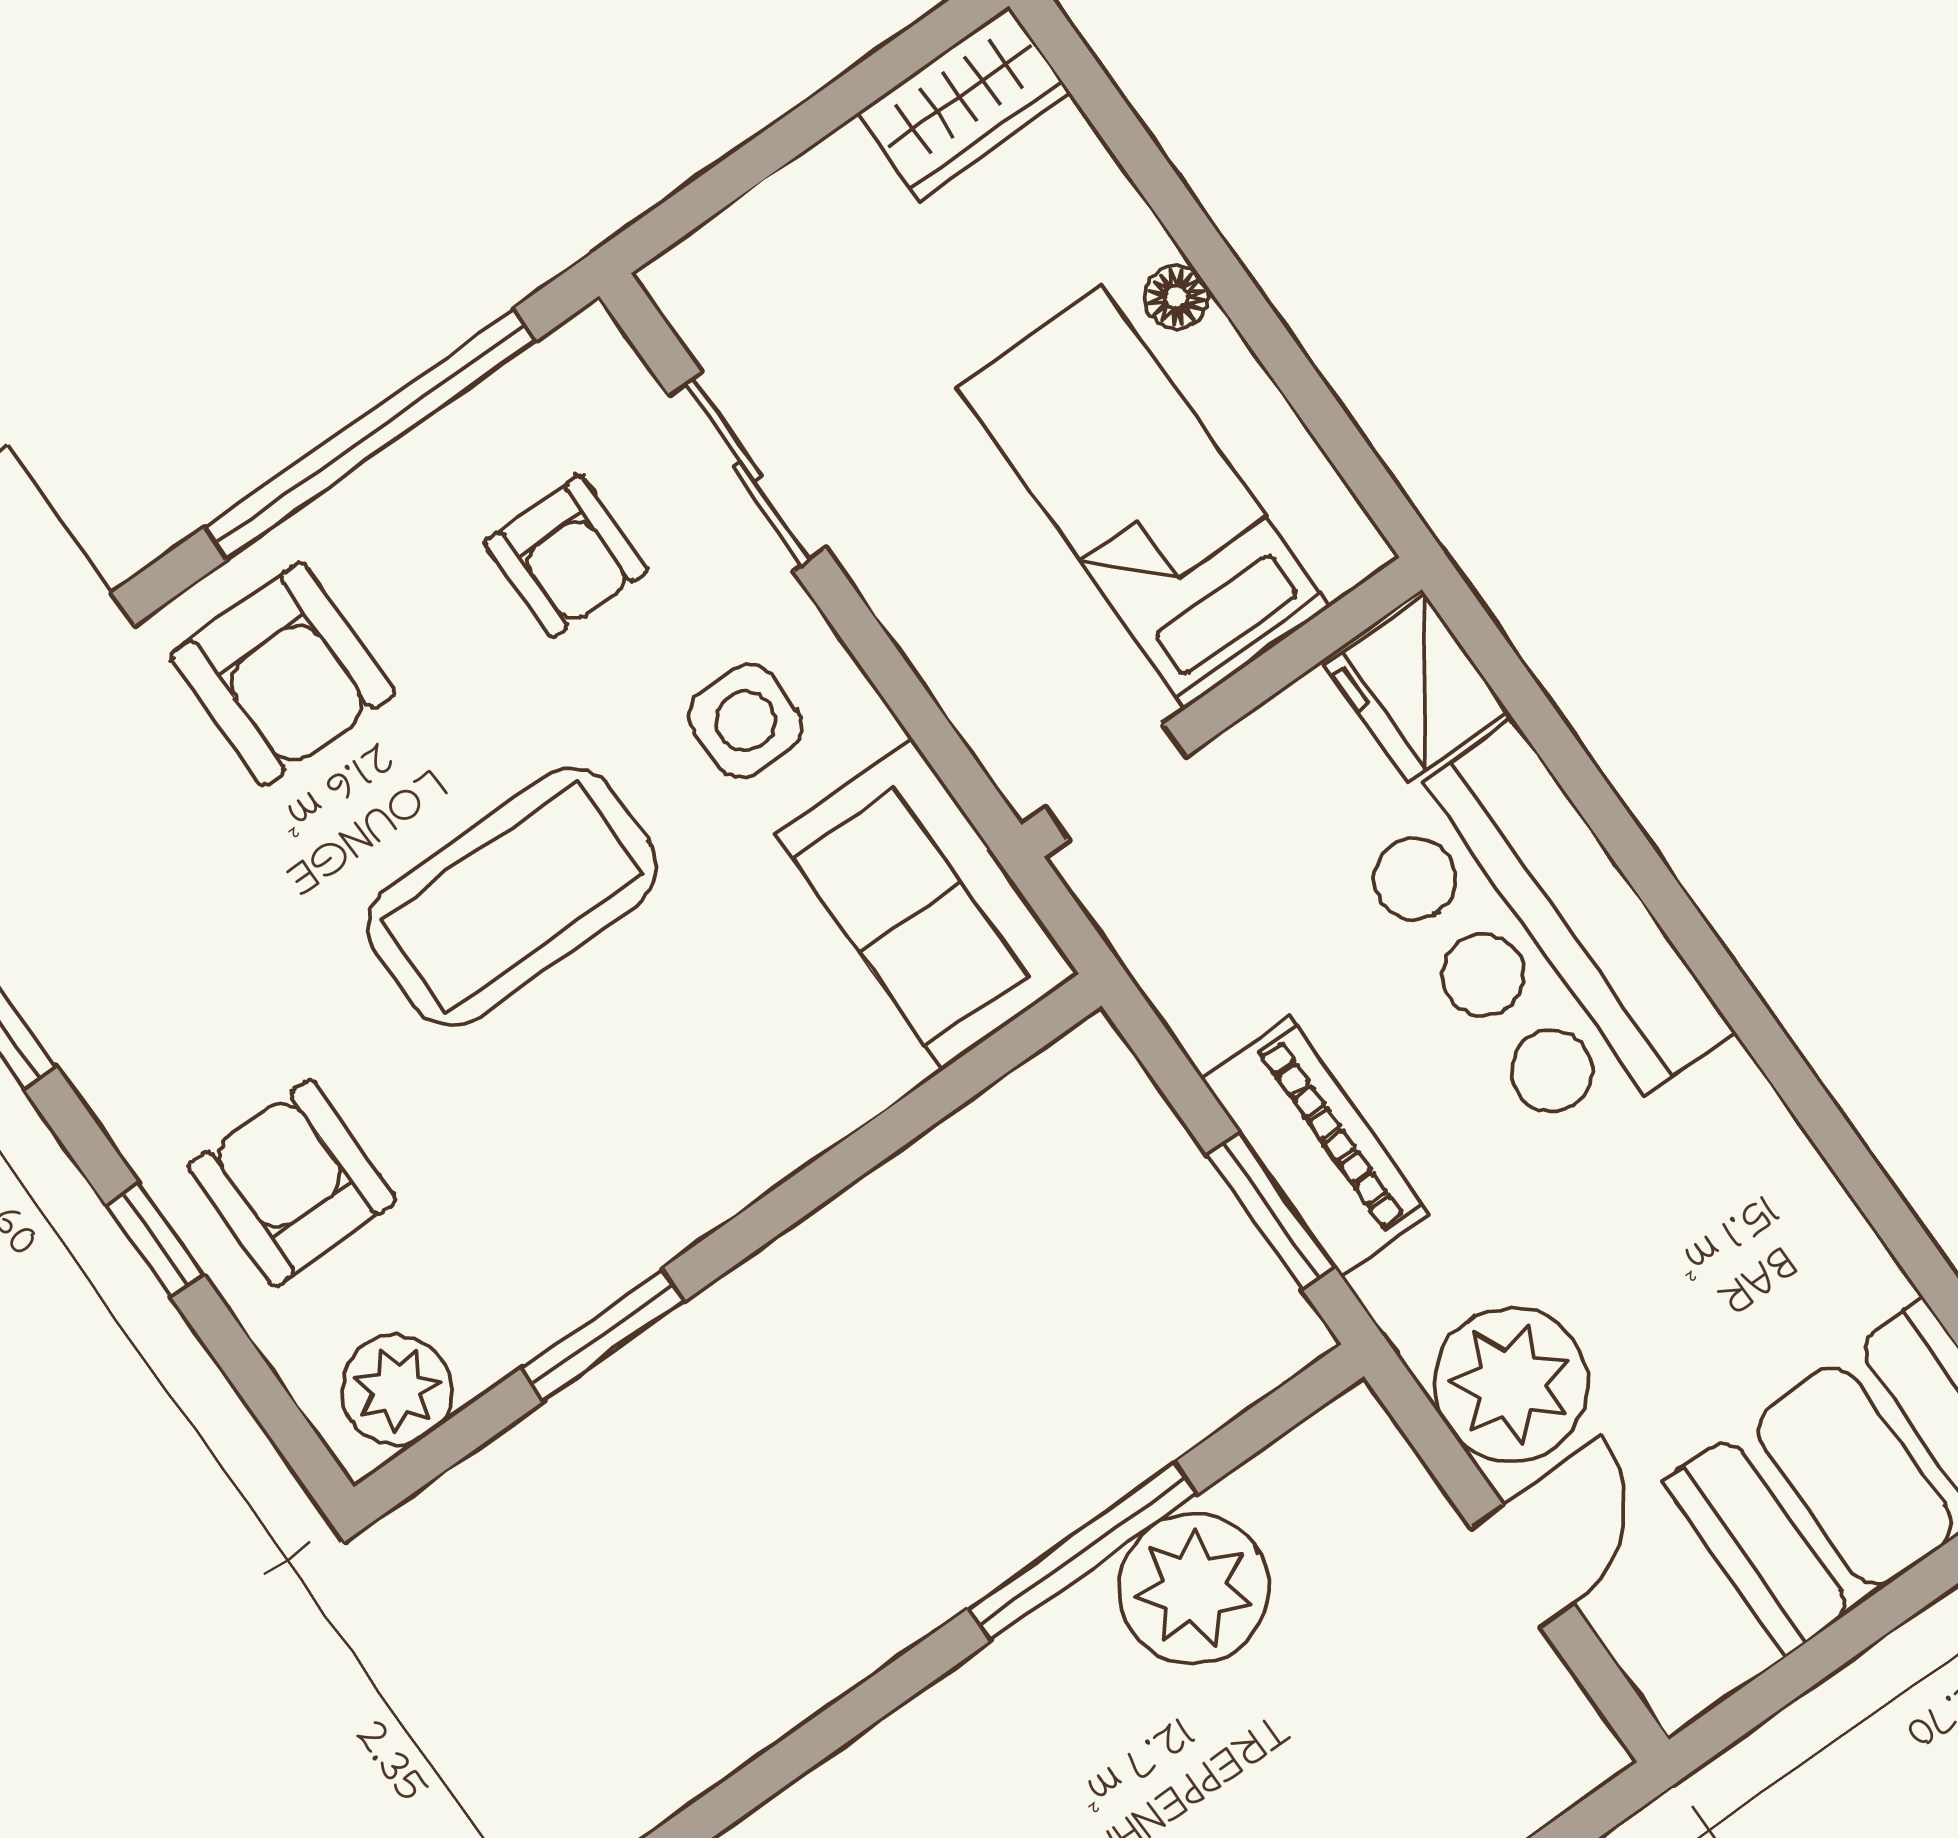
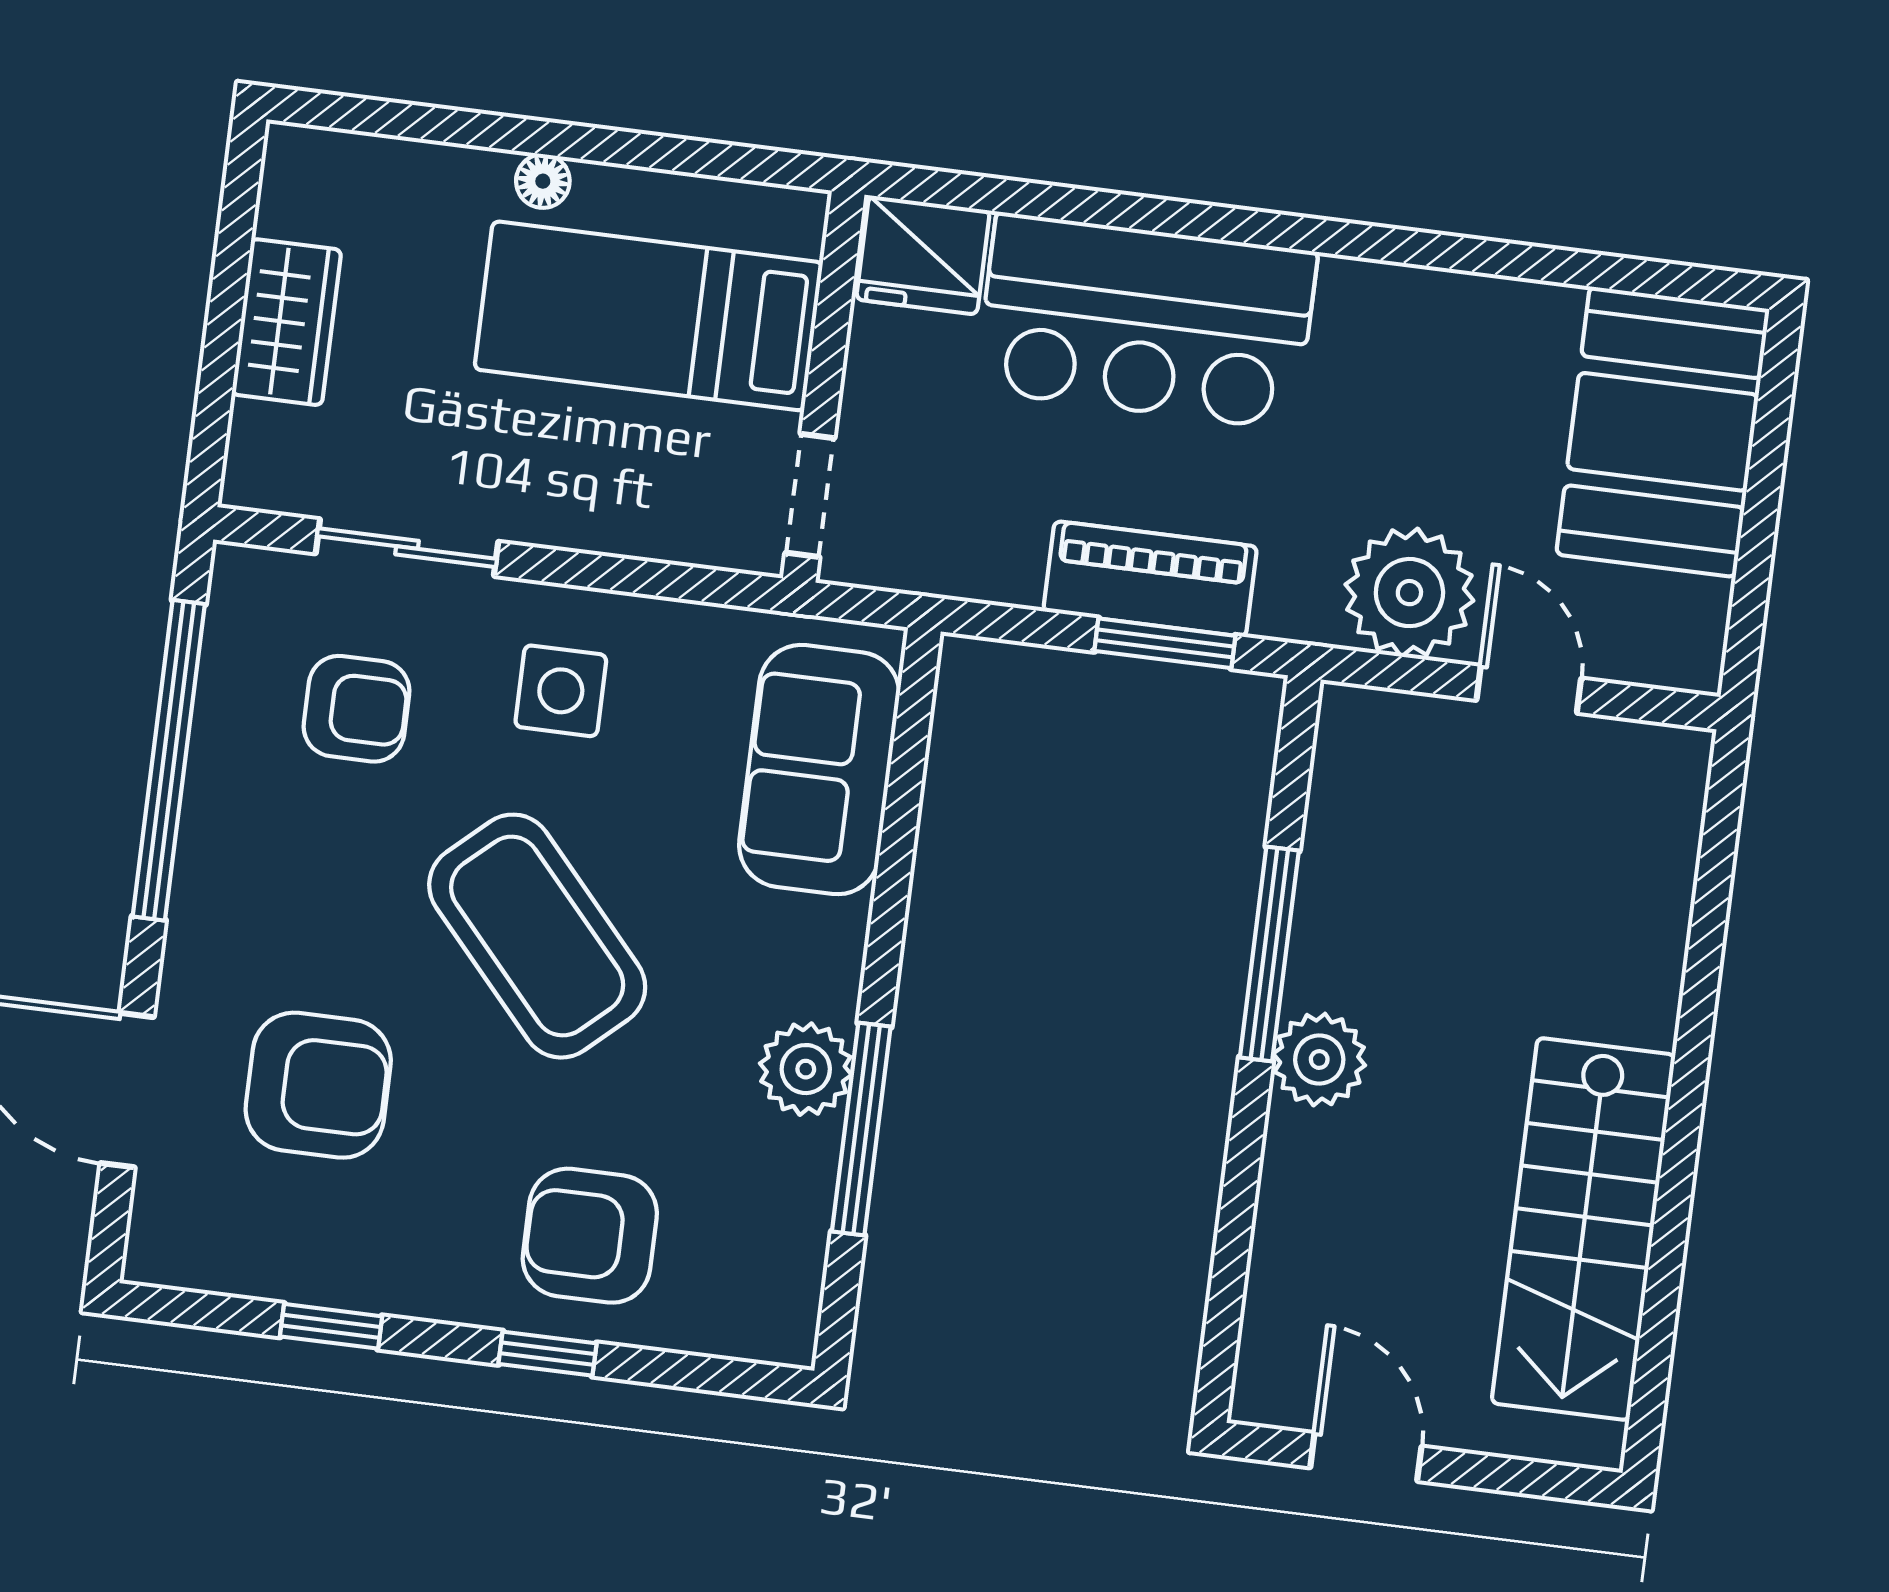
wardrobe: (964, 103) -> (286, 322), moved
armchair: (283, 674) -> (318, 1085), moved
coffee table: (512, 897) -> (537, 936), turned -42
sofa: (928, 904) -> (819, 770), moved, turned 90
window: (603, 1335) -> (861, 1129), width x1.44
plant: (397, 1390) -> (806, 1069), moved
plant: (1193, 1589) -> (1319, 1060), moved, width x0.73, depth x0.73

